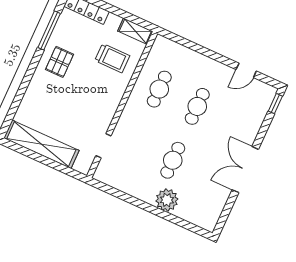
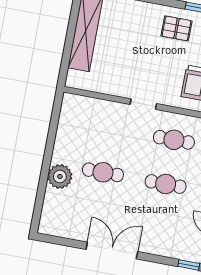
doorway: (103, 146) -> (143, 104), moved

